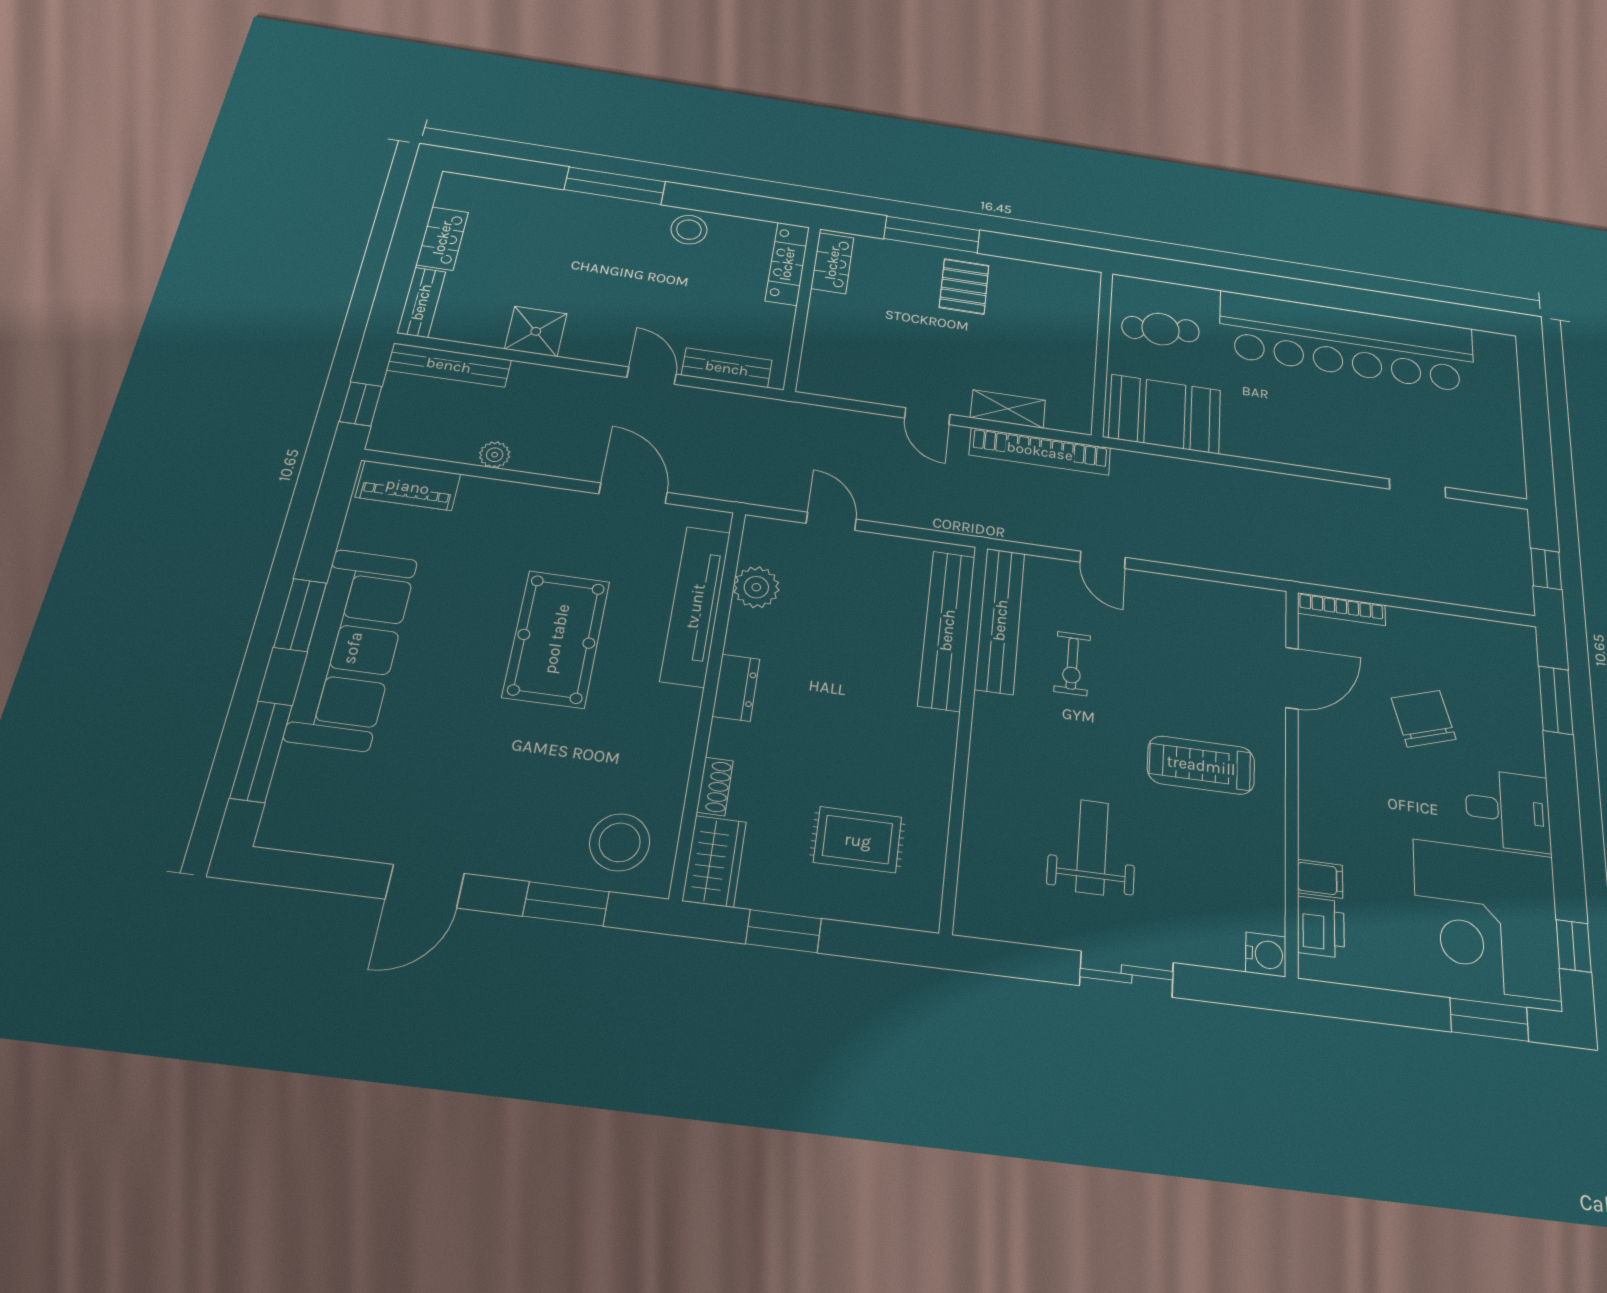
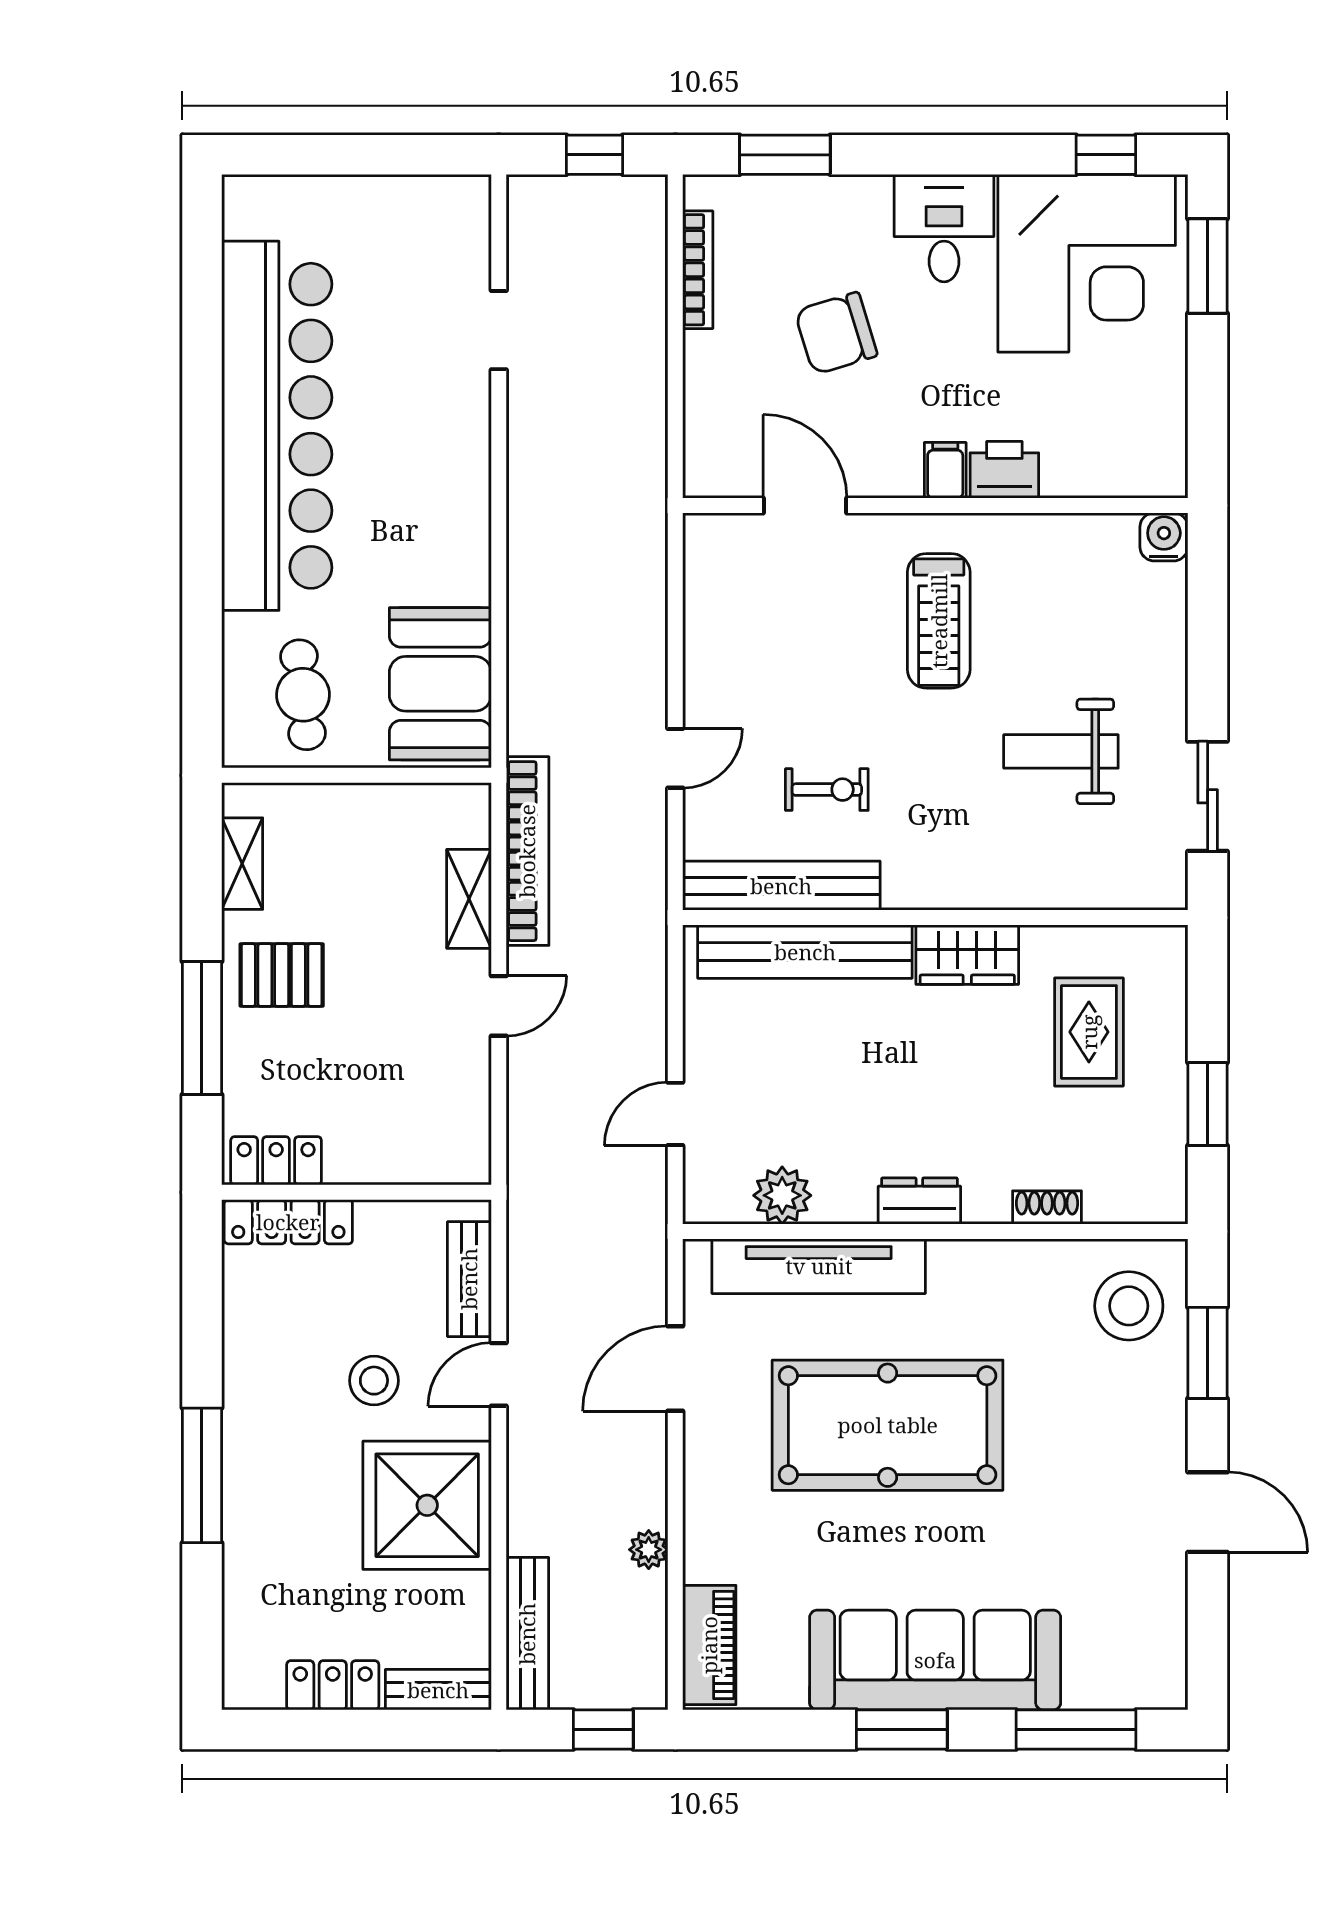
stool: (689, 230) -> (374, 1381), moved
shelving: (1045, 275) -> (242, 864), added
shower: (536, 331) -> (427, 1505), width x1.86, depth x1.86
bookcase: (1341, 609) -> (698, 270), moved
pool table: (556, 639) -> (888, 1425), width x1.36, depth x1.32
wardrobe: (714, 861) -> (967, 955), moved, turned 180
filing cabinet: (1320, 879) -> (945, 470), moved
printer: (1321, 927) -> (1004, 470), moved
sliding door: (1127, 974) -> (1208, 796), moved

